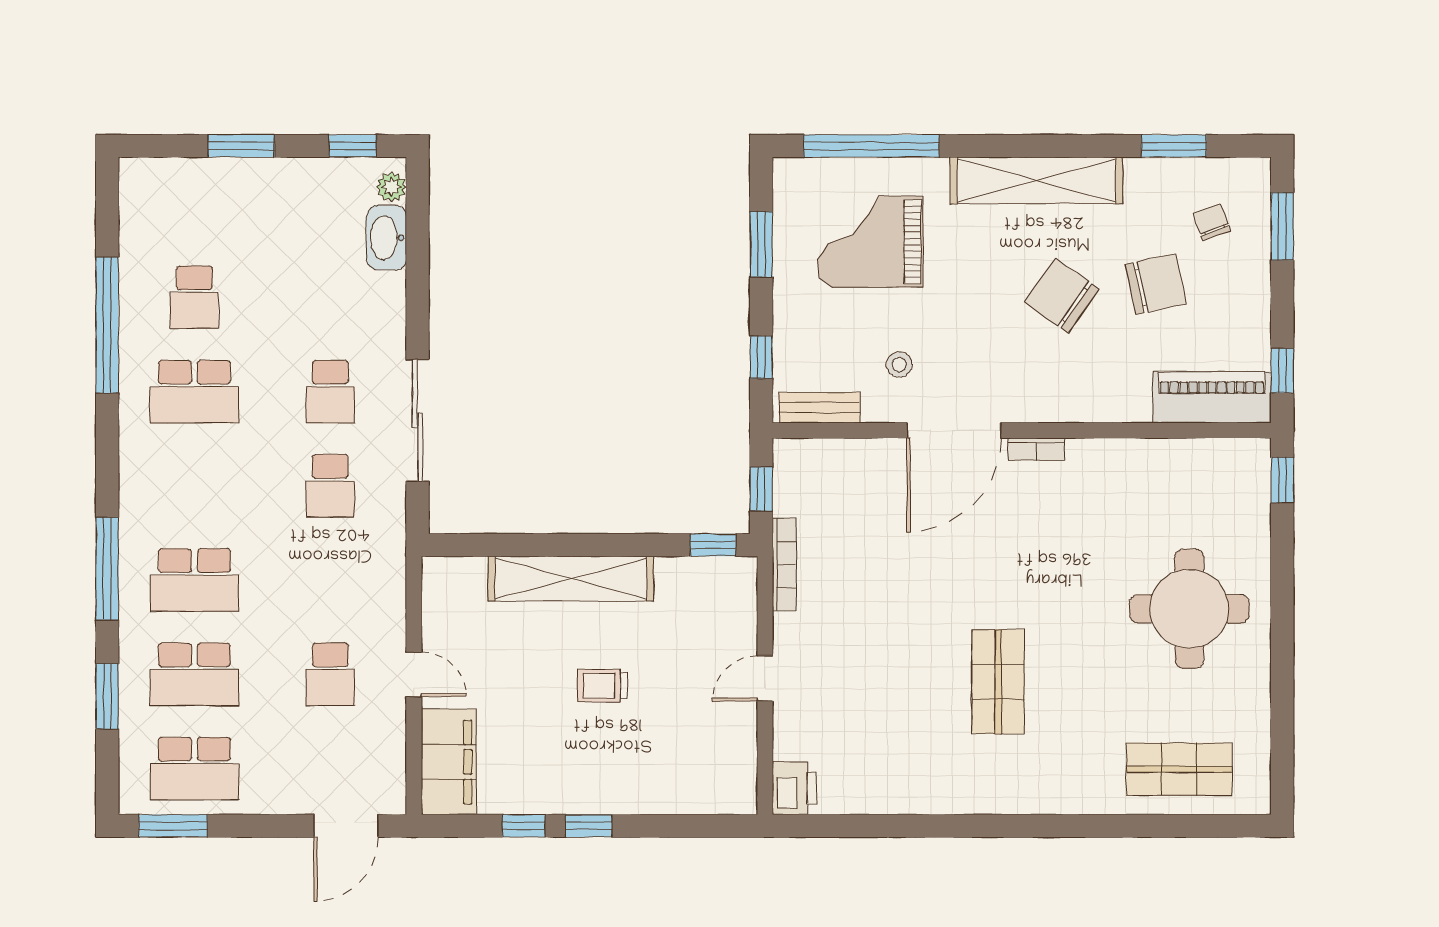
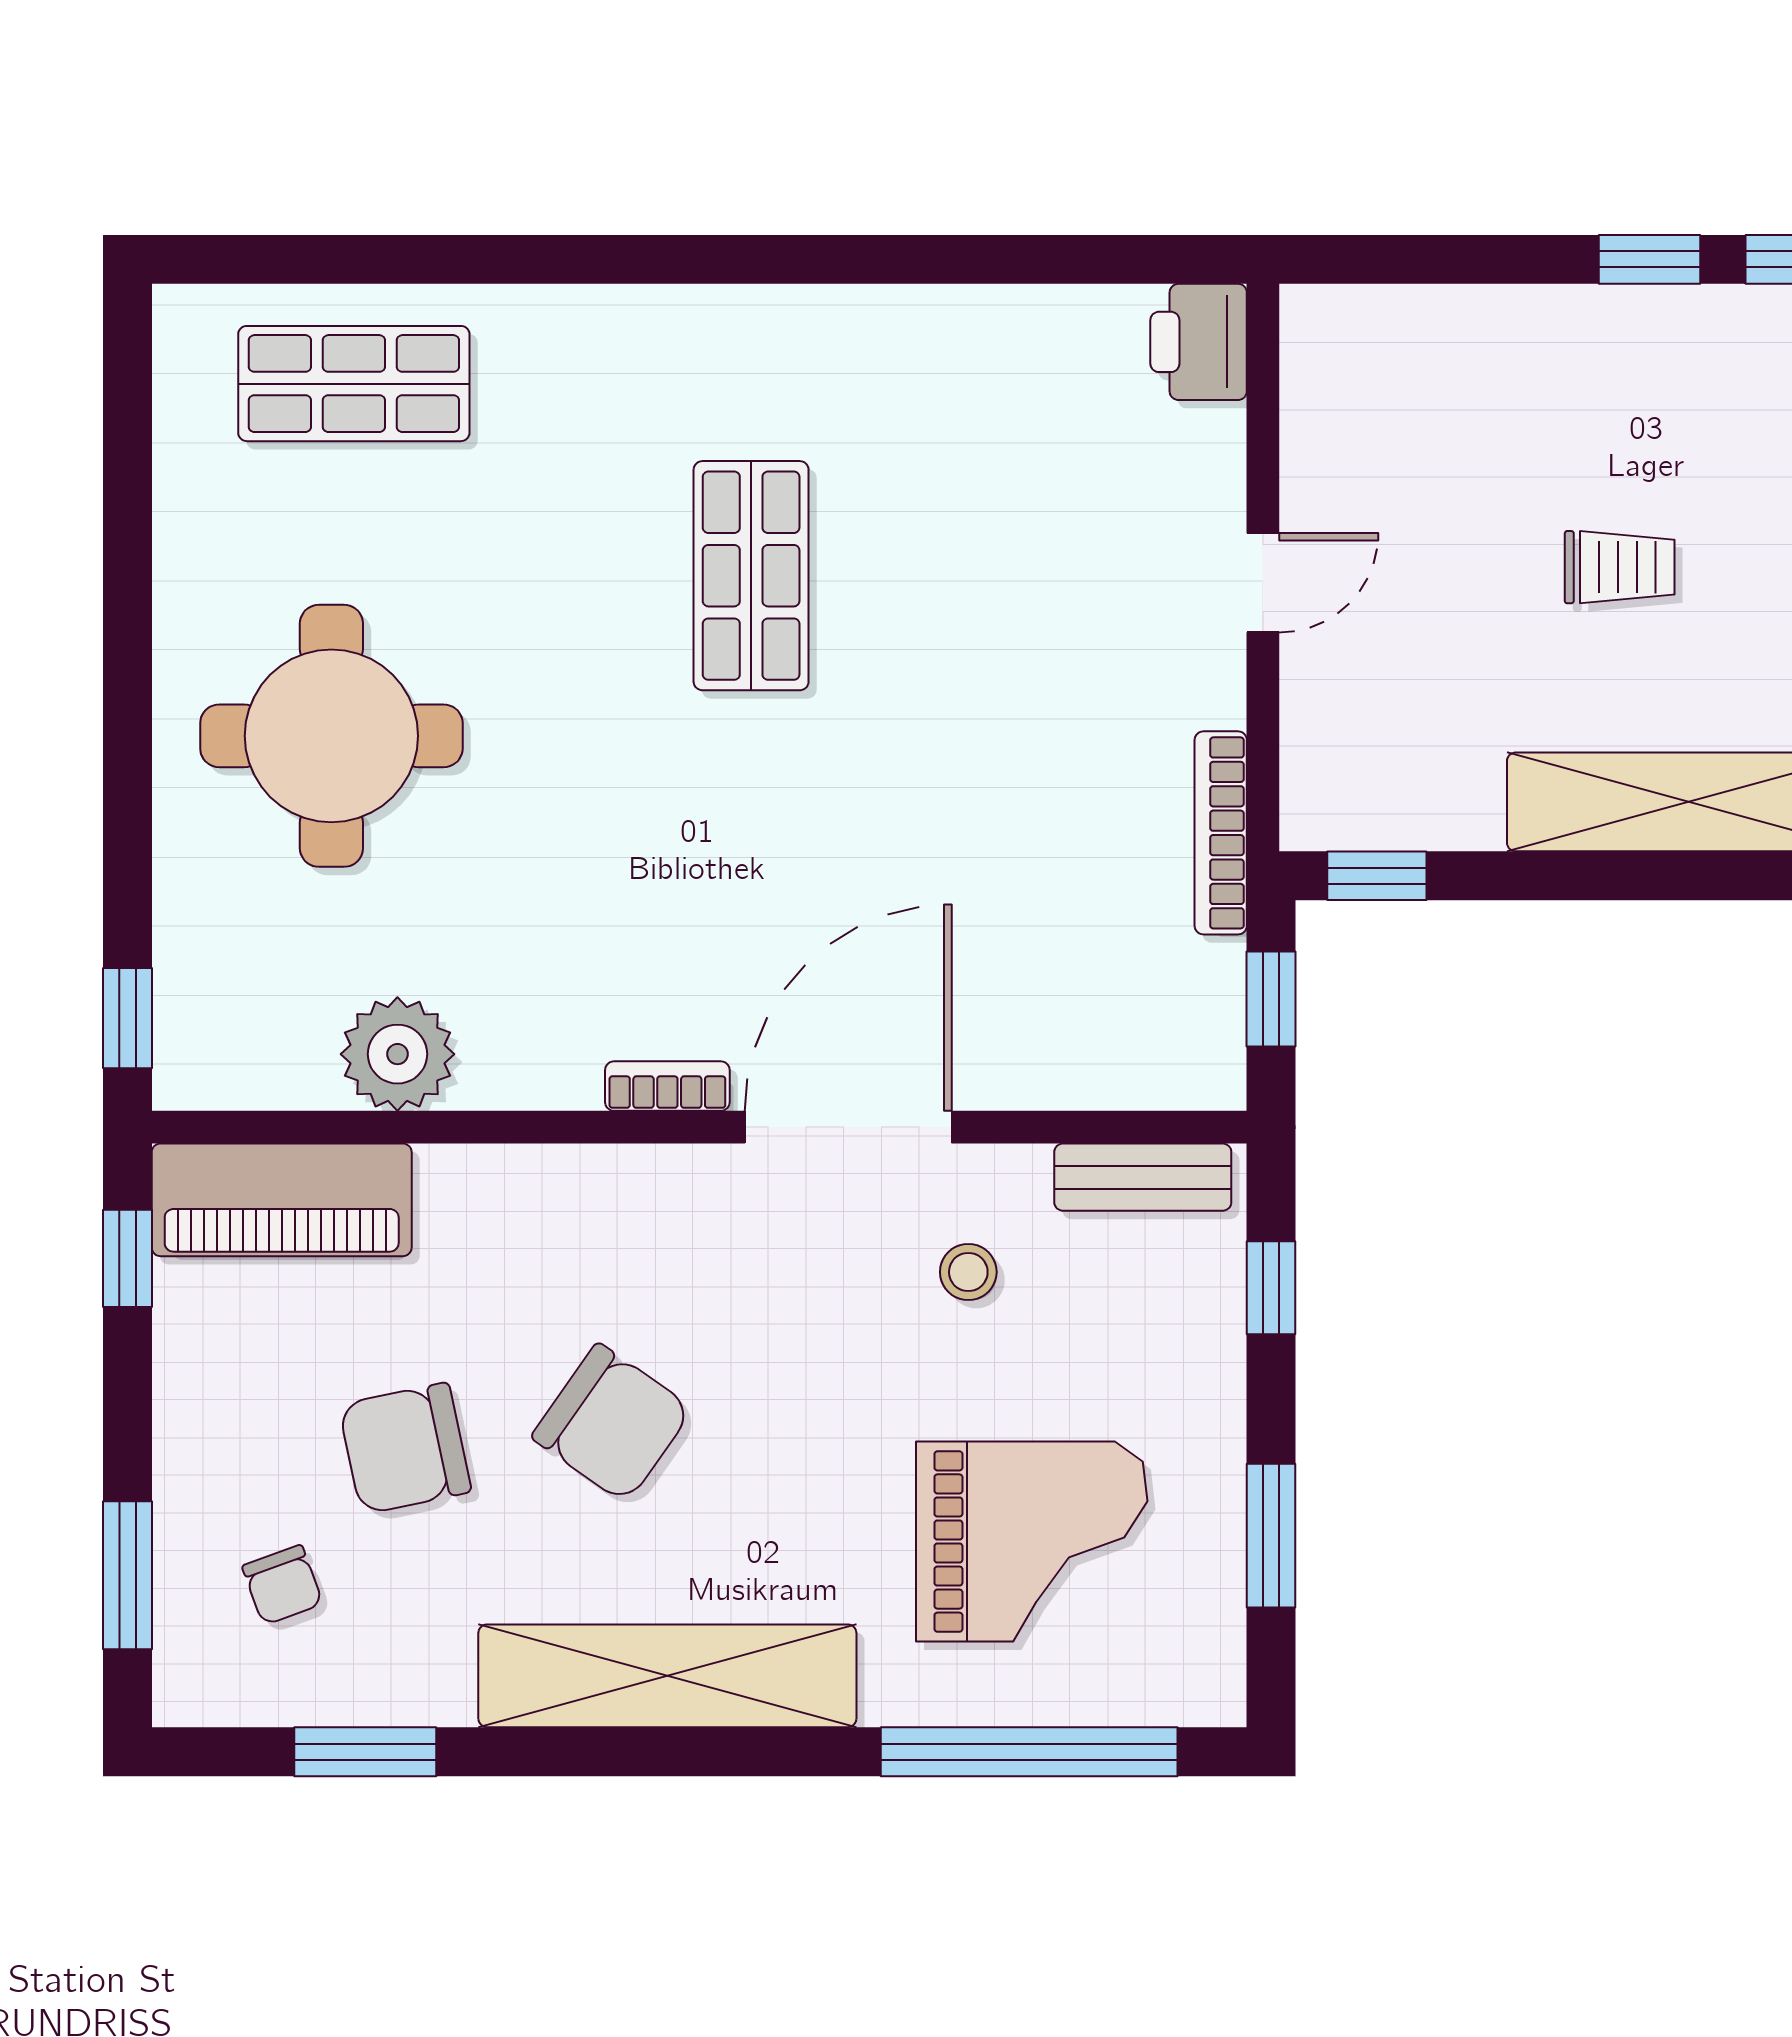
plant: (1159, 464) -> (397, 1054), added

